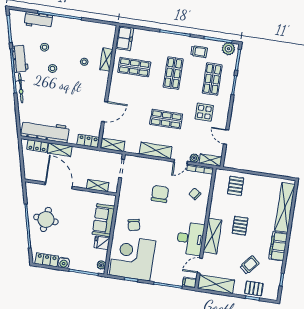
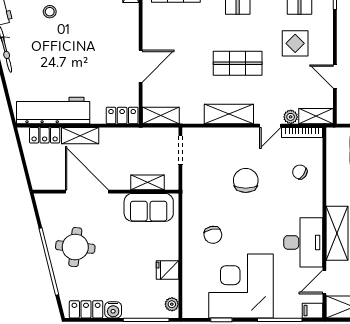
sofa: (103, 220) -> (149, 207), moved, turned -90
corner desk: (132, 258) -> (241, 286), moved

